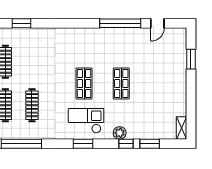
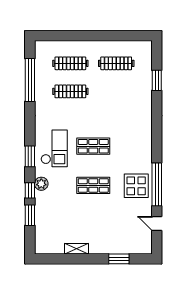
display table: (122, 43) -> (136, 186), added
shelving: (181, 128) -> (77, 249), moved
window: (83, 144) -> (30, 156), moved

